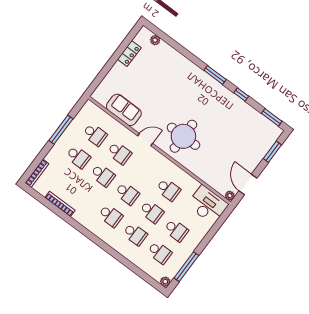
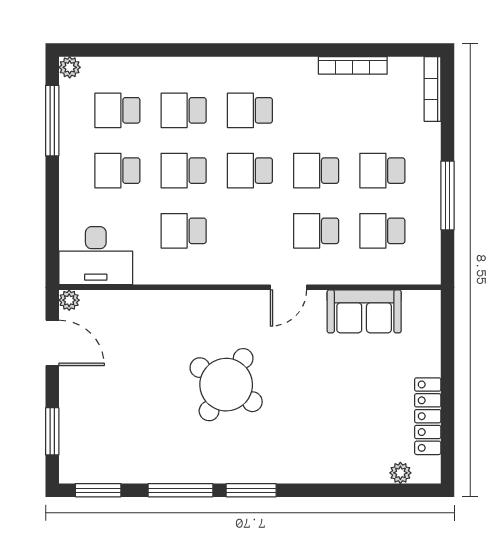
locker: (129, 54) -> (428, 416), width x1.53
window: (241, 95) -> (180, 490), width x2.17
round table: (183, 136) -> (226, 385), moved, turned 33

